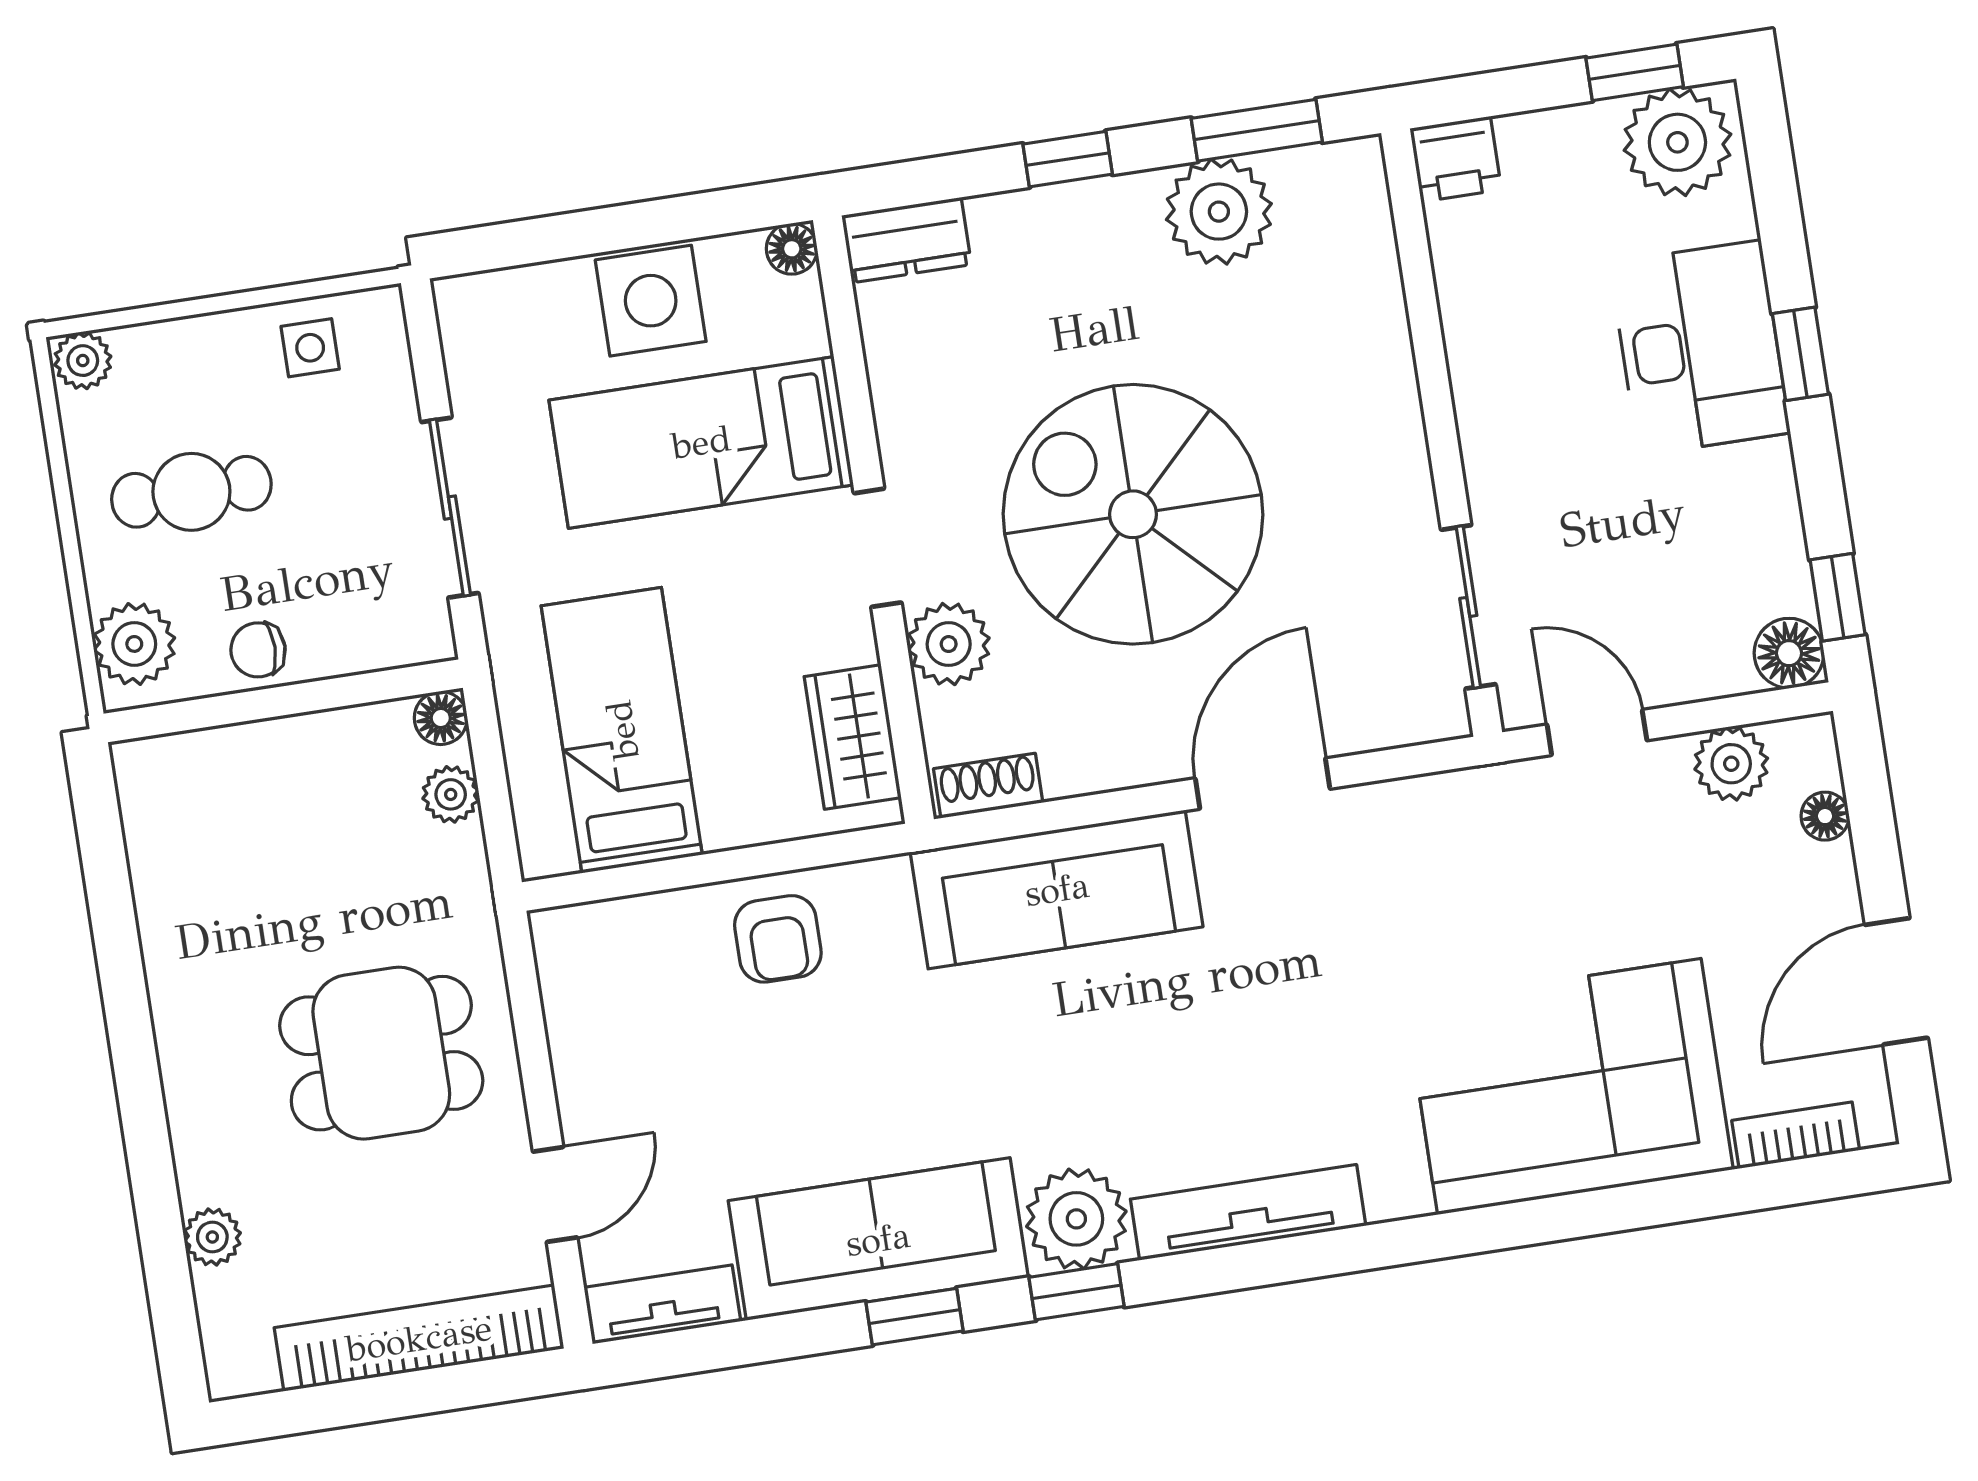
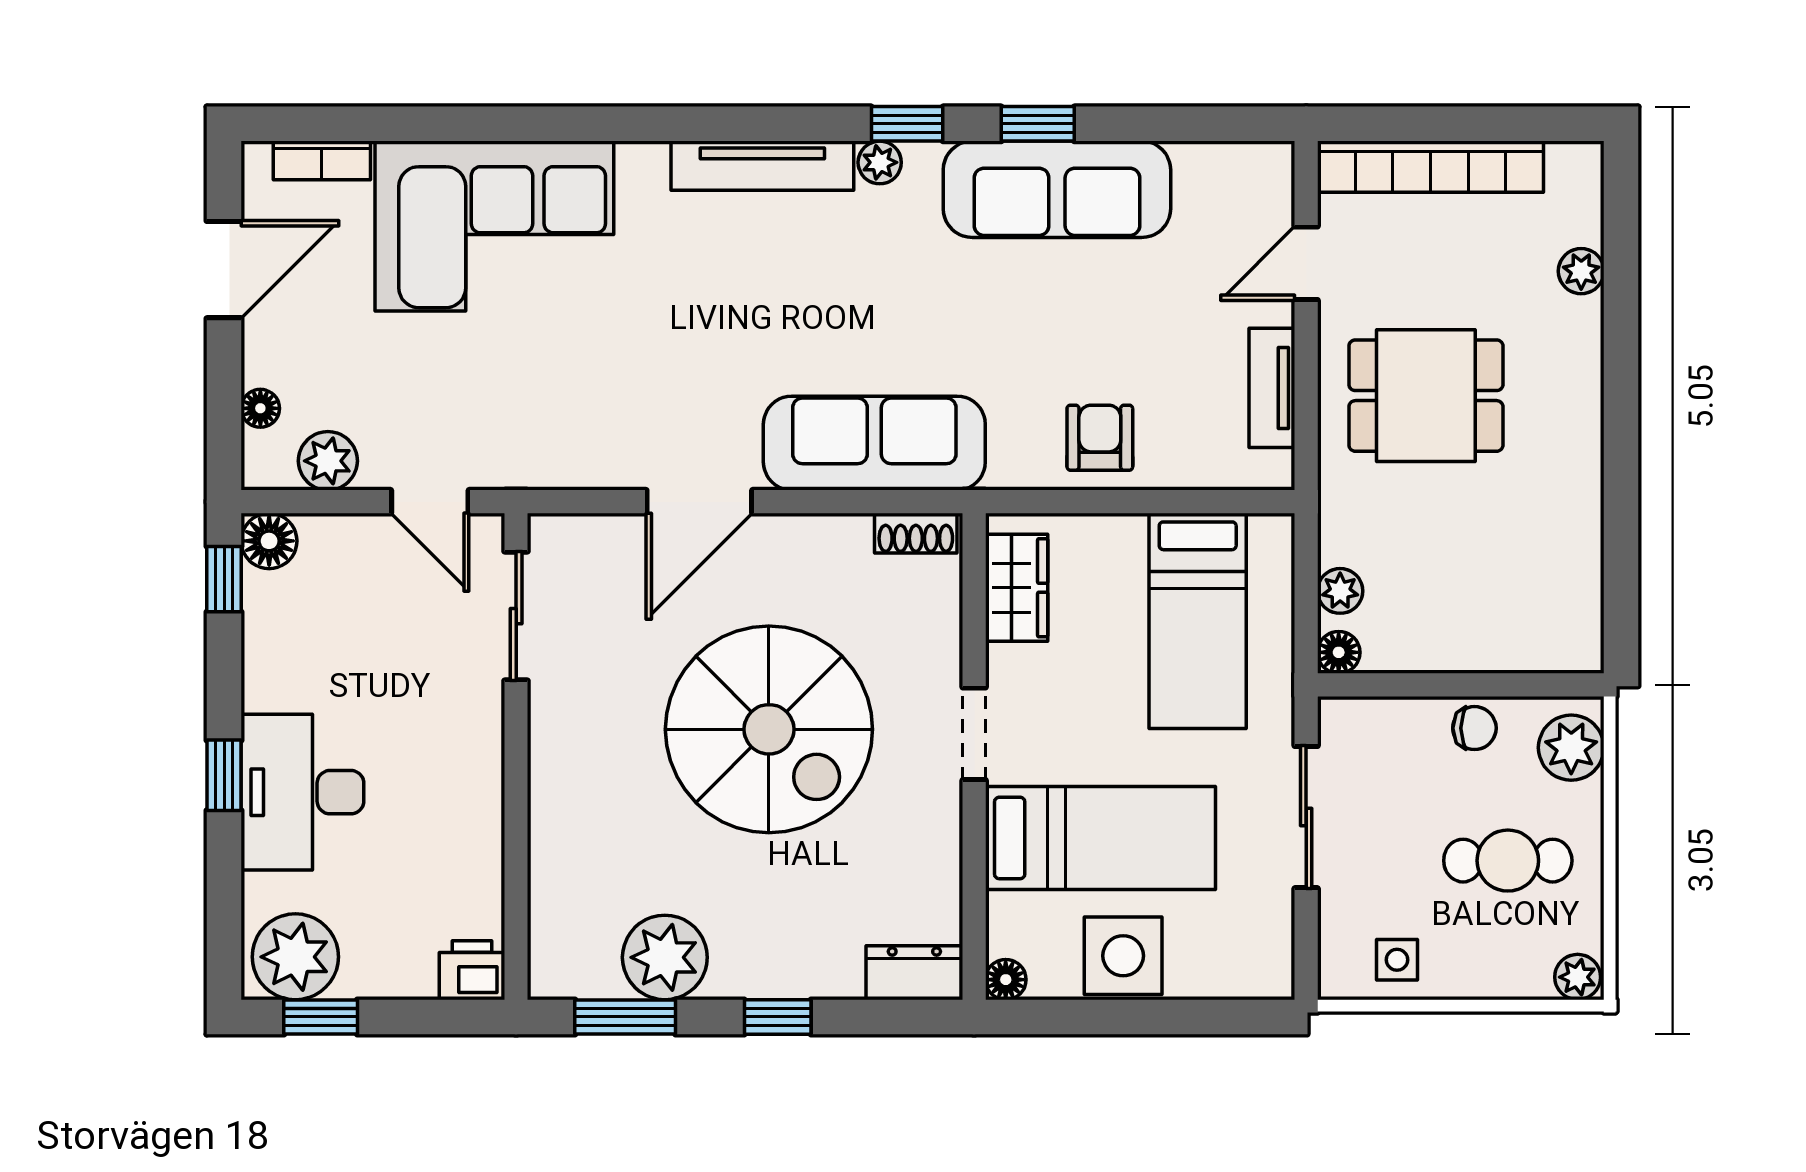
plant: (949, 644) -> (930, 649), removed
plant: (1076, 1219) -> (880, 162), width x0.53, depth x0.53
tv unit: (662, 1304) -> (1272, 388), moved, turned 90

